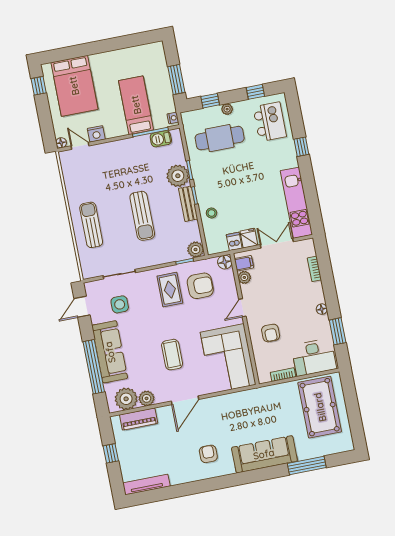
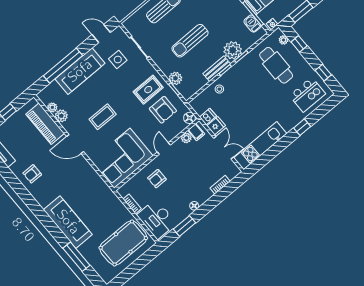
plant: (227, 109) -> (284, 40), moved
plant: (196, 250) -> (175, 78), moved
door: (242, 308) -> (164, 149), hinge flipped
plant: (126, 399) -> (52, 107), width x0.53, depth x0.53
piano: (139, 419) -> (45, 124), width x1.37, depth x1.33
armchair: (208, 454) -> (32, 174), moved, turned 180

